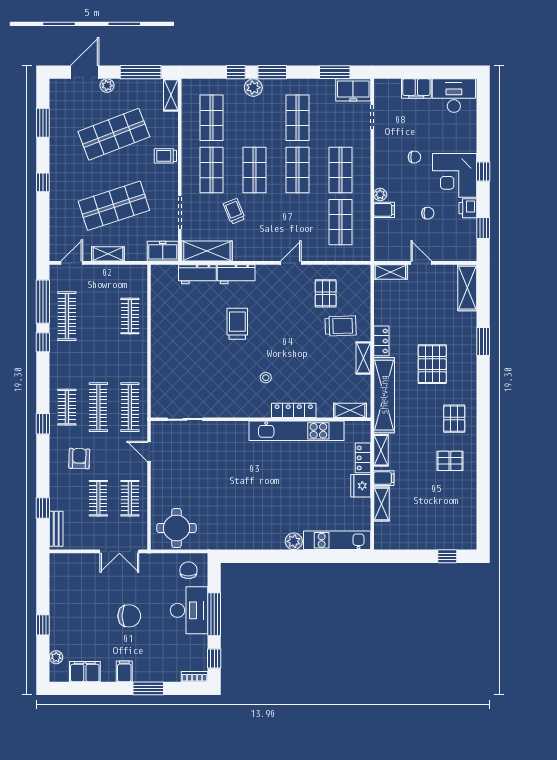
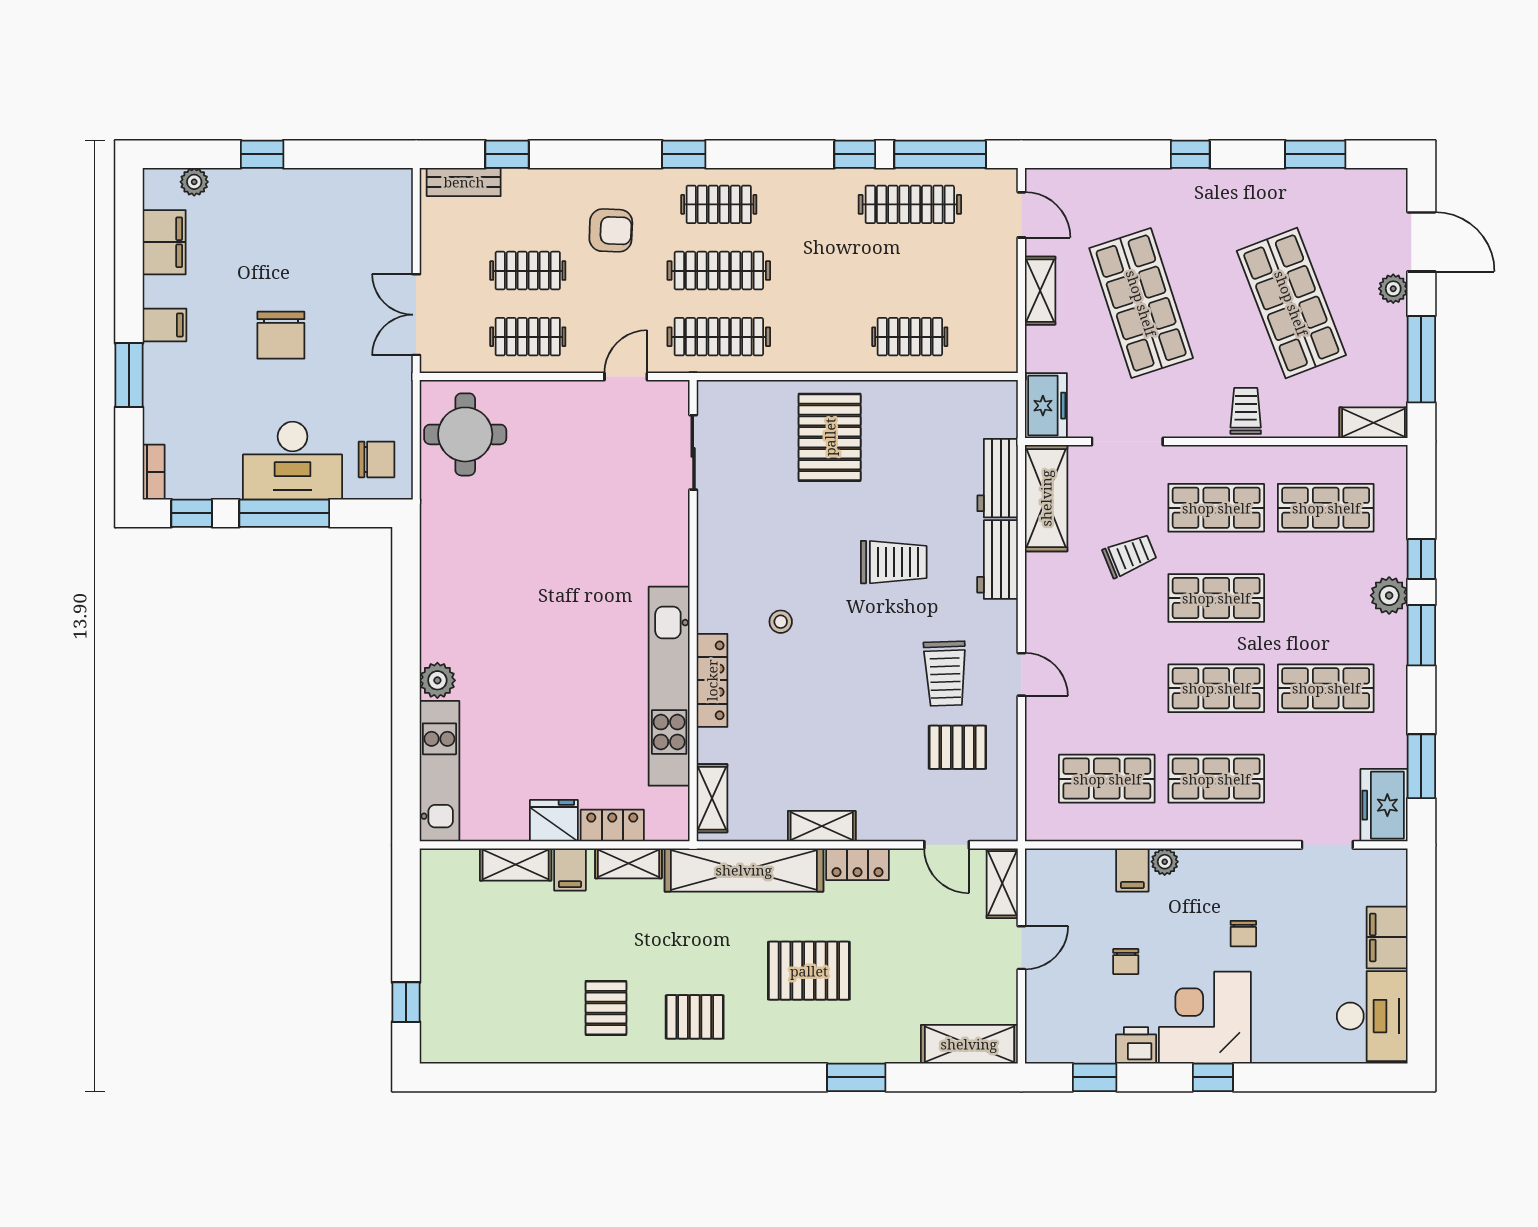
door: (372, 298) -> (947, 845), added
trolley: (340, 326) -> (945, 674), moved
pallet: (178, 354) -> (830, 437), added

